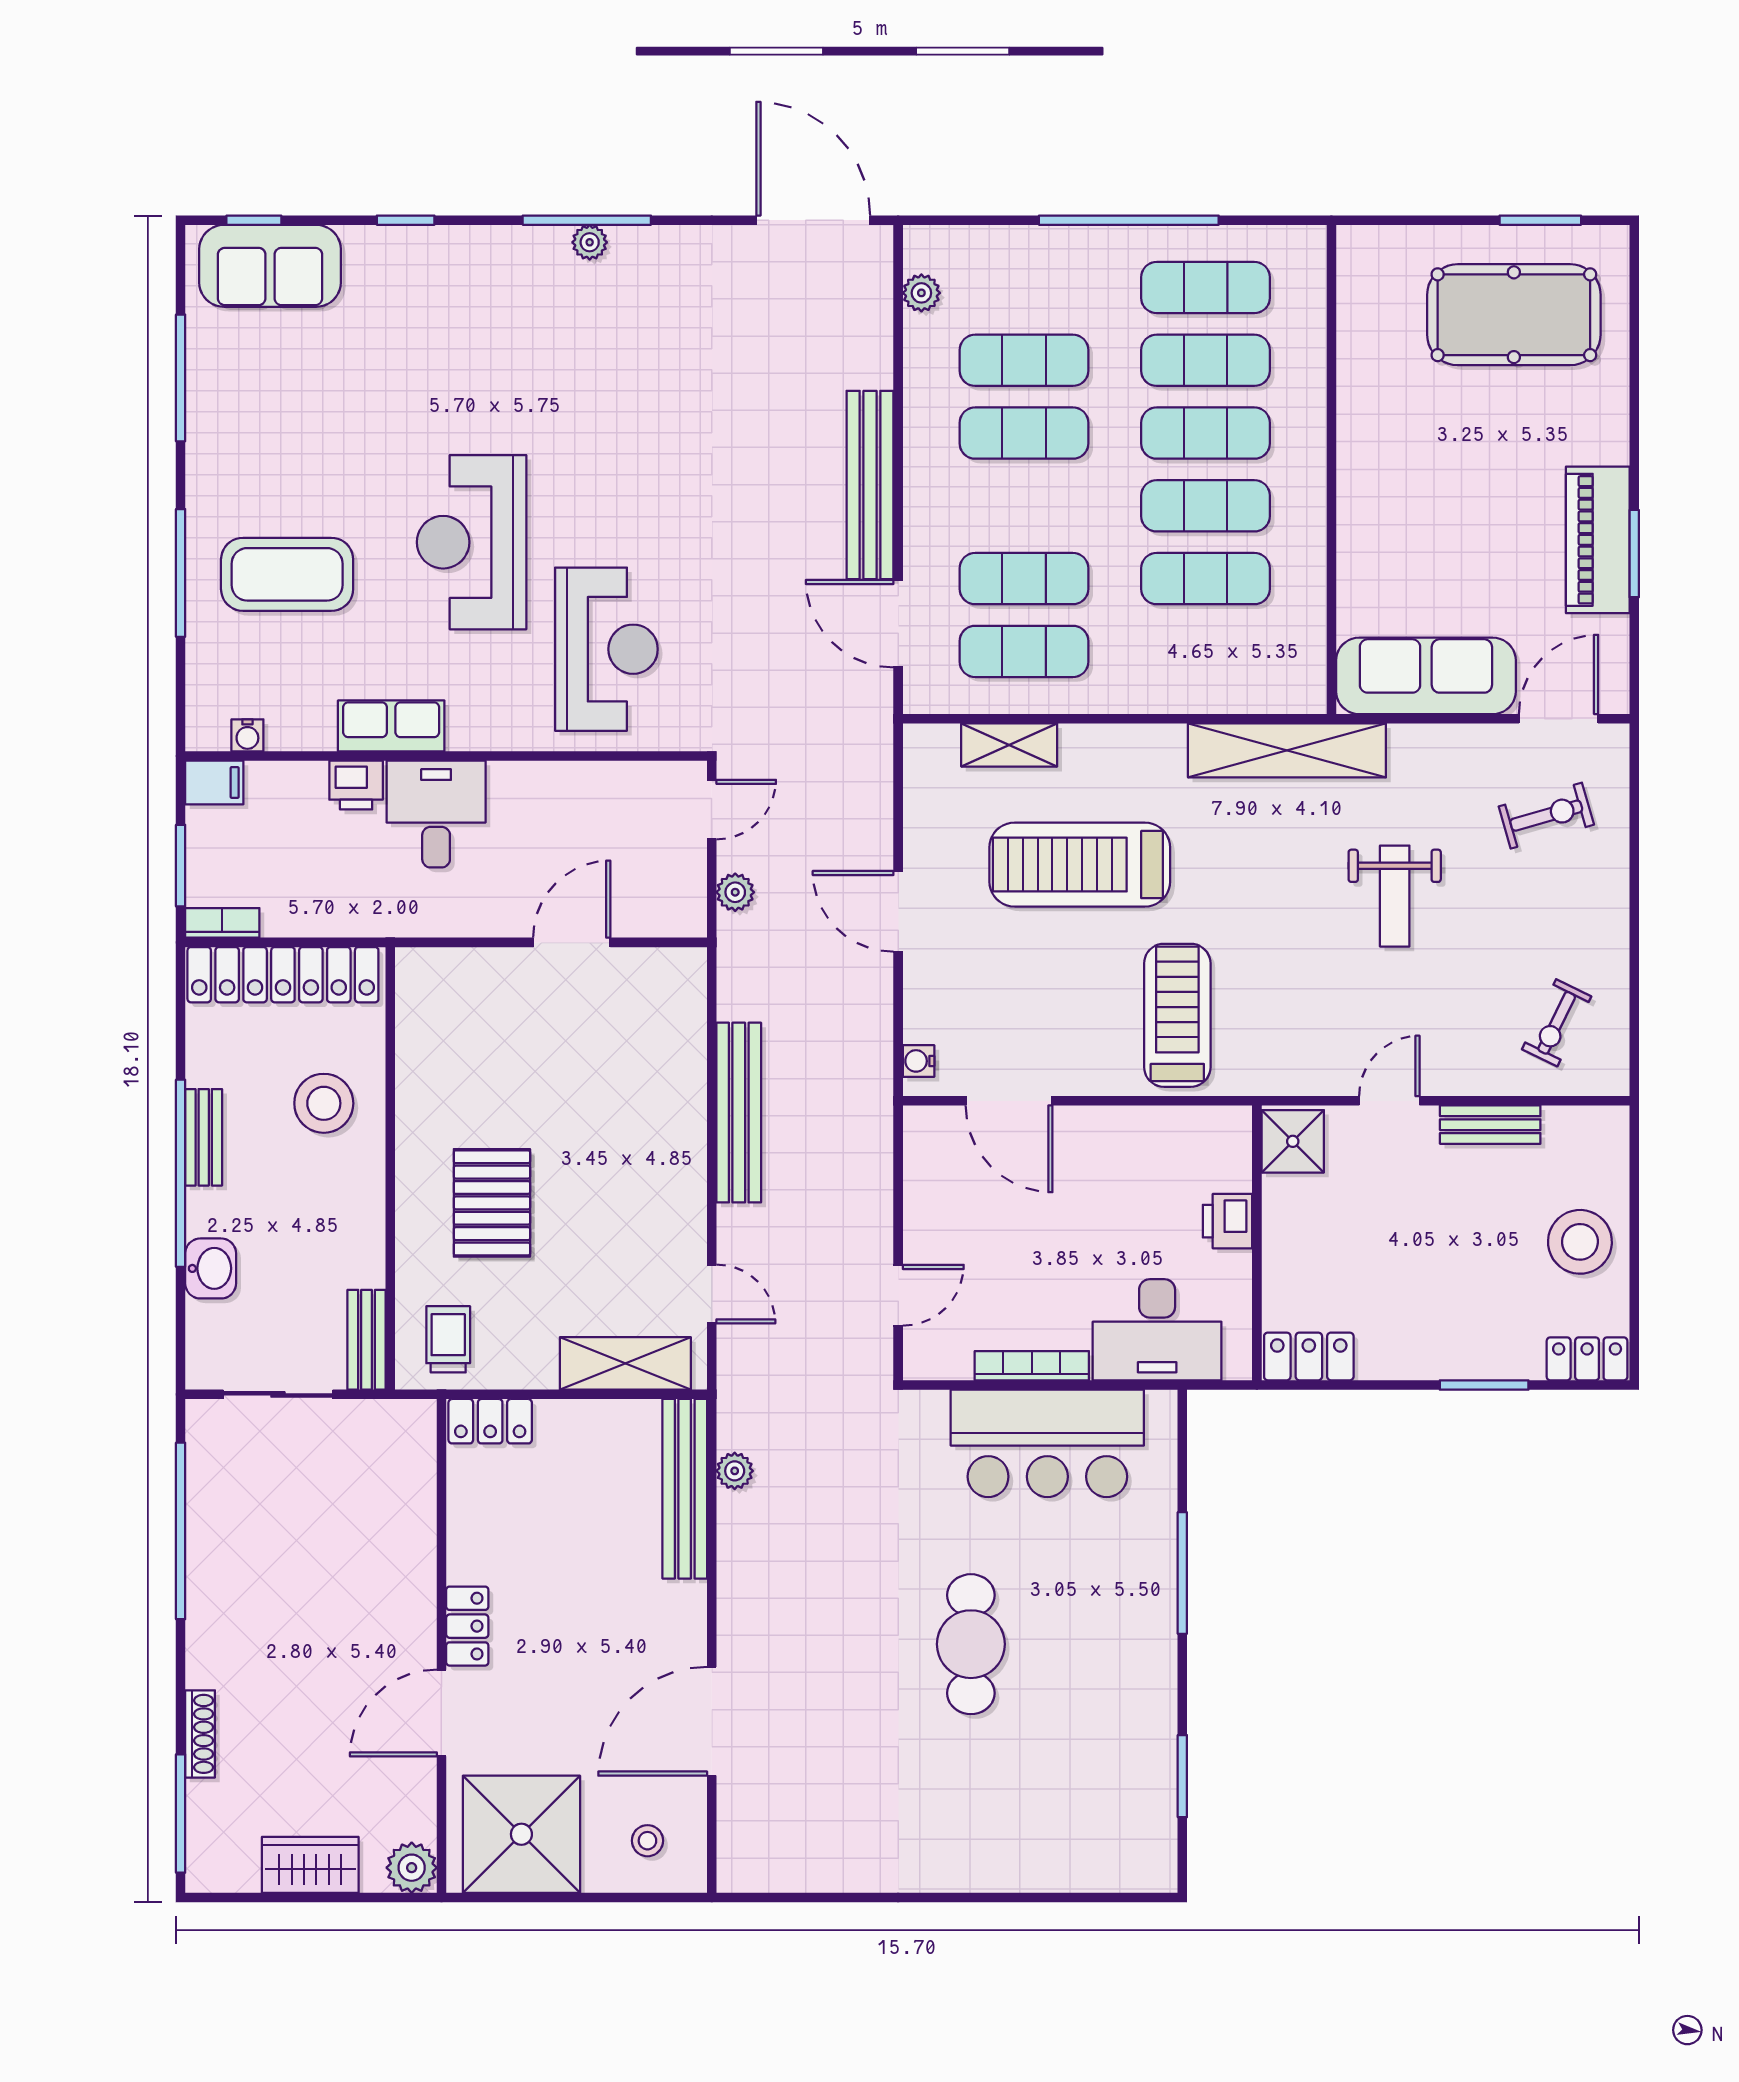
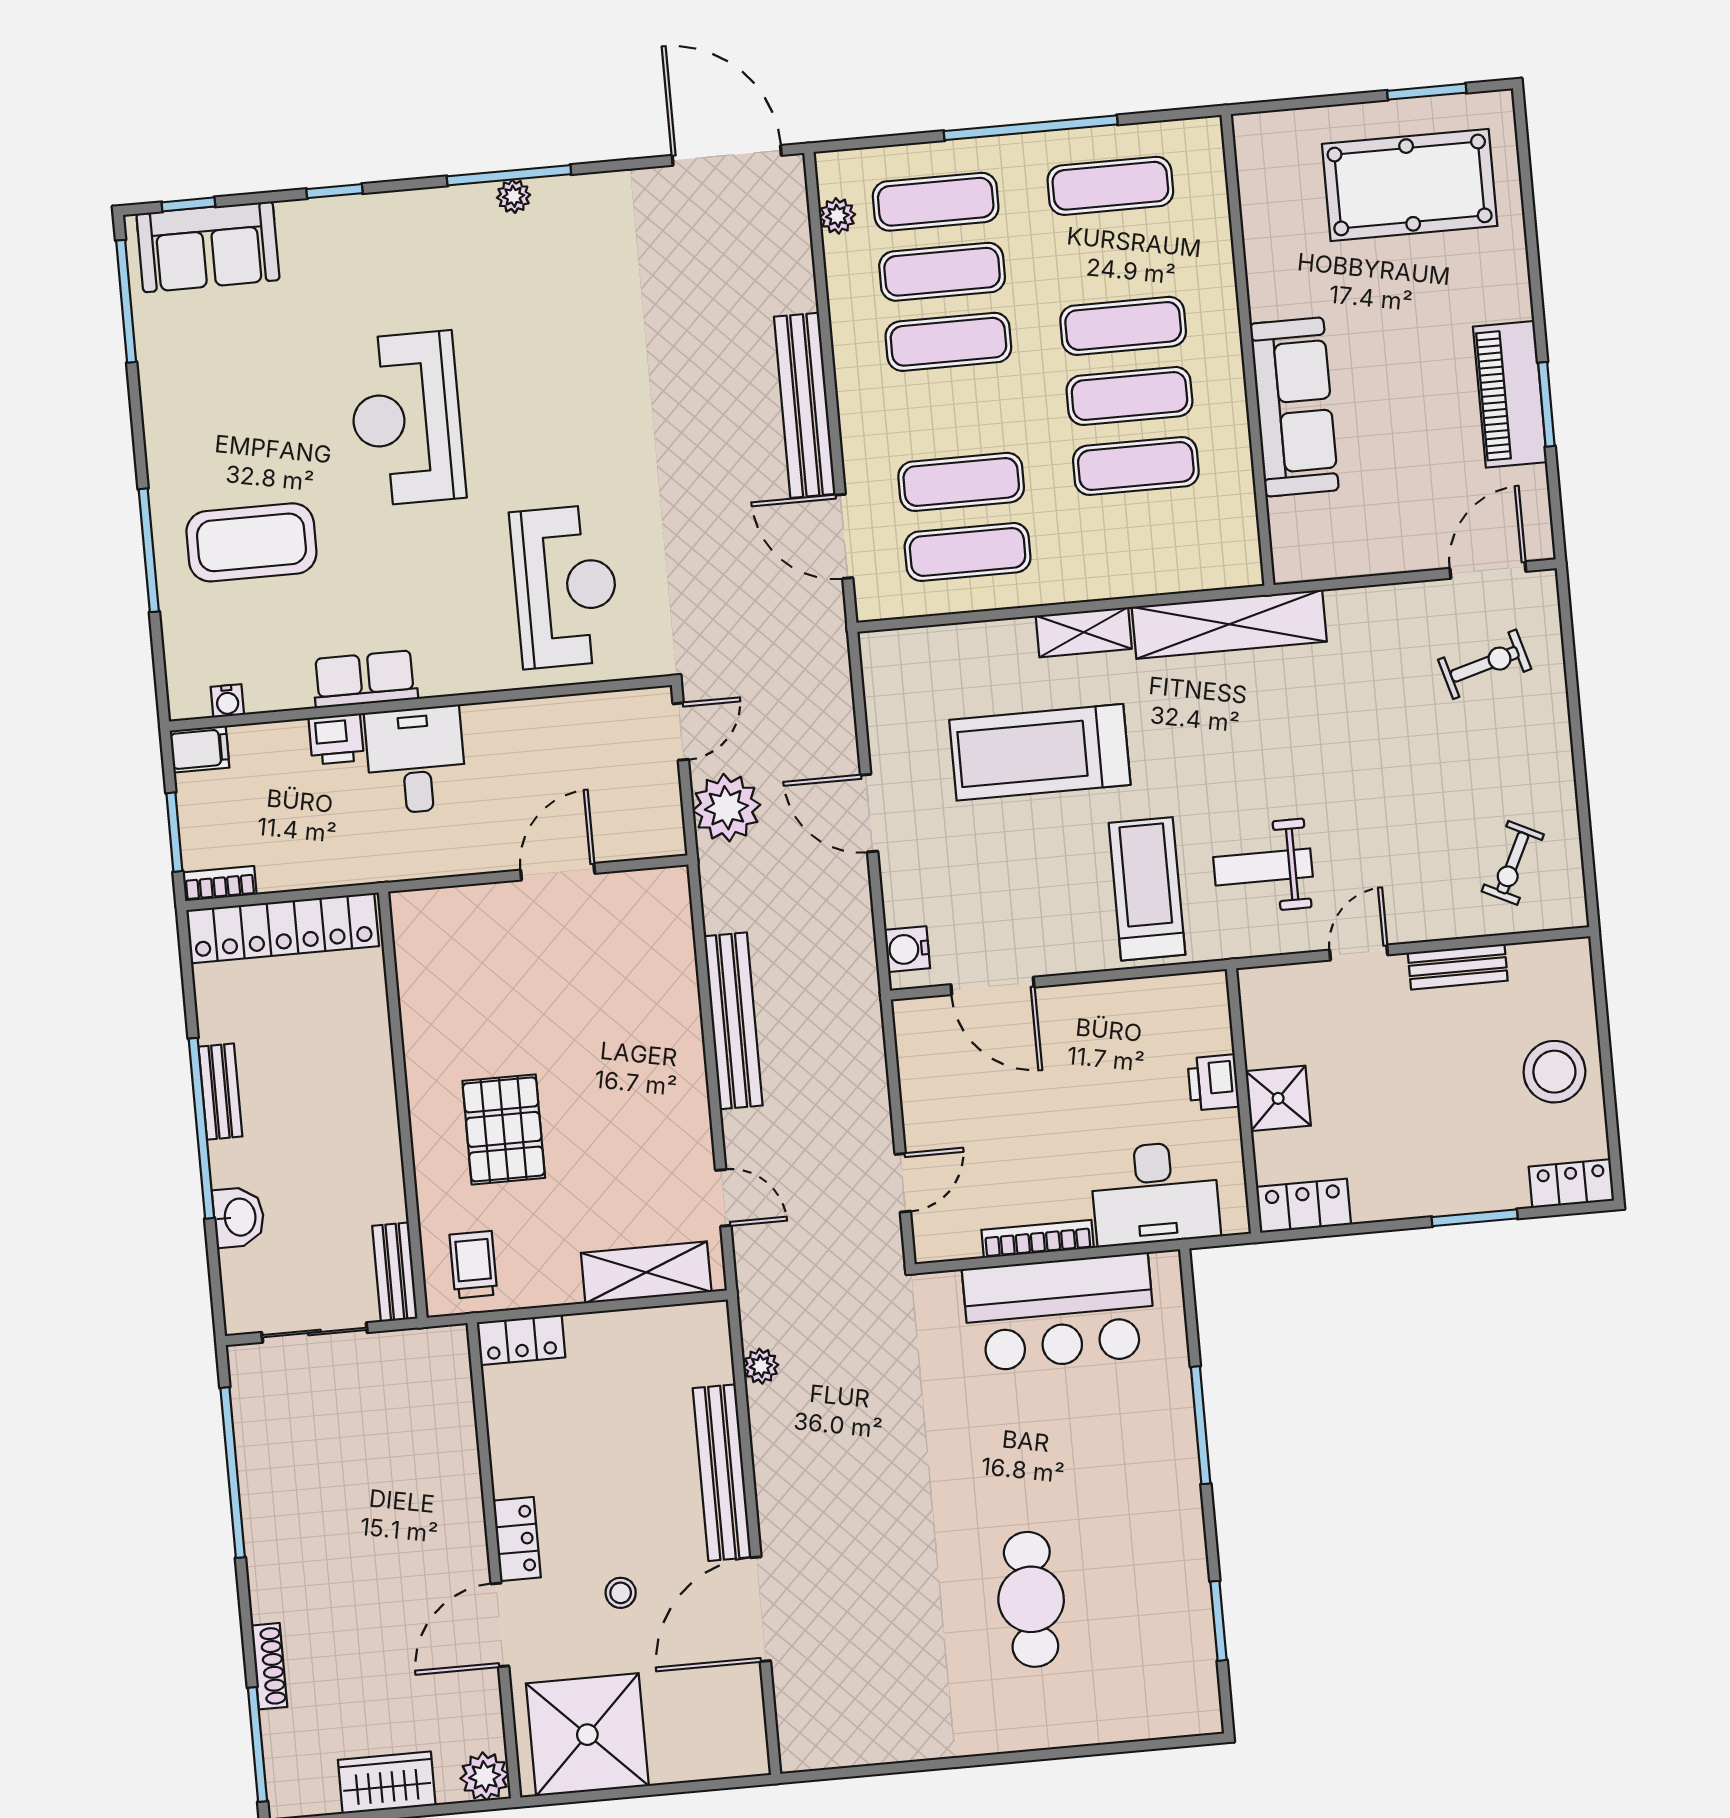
exercise mat: (1205, 360) -> (936, 202), moved
window: (181, 378) -> (126, 301), moved
reception desk: (472, 542) -> (406, 418), moved
sofa: (1426, 676) -> (1294, 407), moved, turned 90
shelving: (1009, 745) -> (1084, 632), moved
plant: (735, 892) -> (726, 808), width x1.88, depth x1.88
weight bench: (1395, 896) -> (1263, 867), moved, turned 90
water cooler: (919, 1061) -> (907, 949), width x1.38, depth x1.38
stool: (324, 1103) -> (333, 1048), removed
shower: (1293, 1141) -> (1278, 1098), moved
bench: (685, 1489) -> (722, 1473), moved
cafe table: (971, 1644) -> (1031, 1599), moved
stool: (647, 1841) -> (621, 1593), moved

